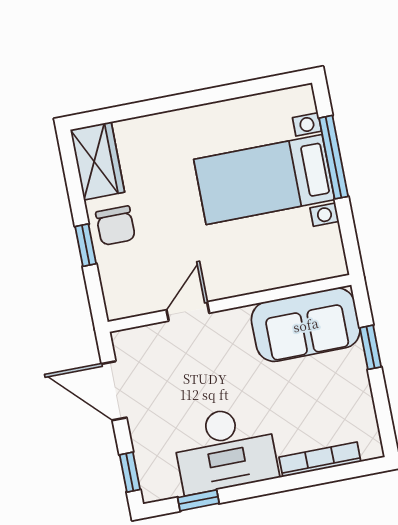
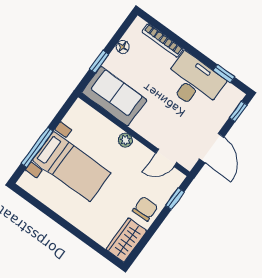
window: (86, 245) -> (175, 199), moved
plant: (233, 285) -> (125, 140), added
door: (188, 311) -> (166, 158), moved
floor lamp: (361, 398) -> (123, 47), added

